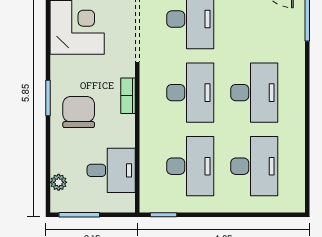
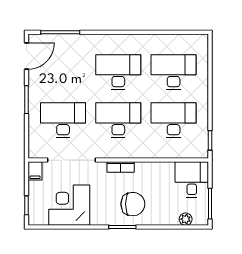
chair: (79, 112) -> (133, 204), turned 180
desk: (111, 170) -> (192, 180), moved

